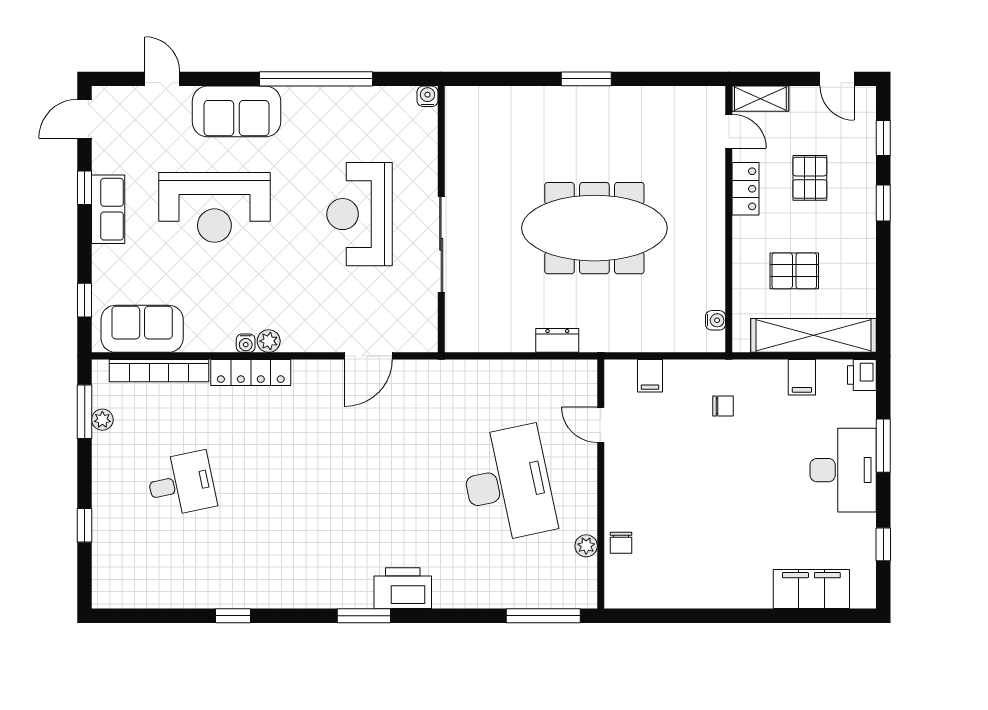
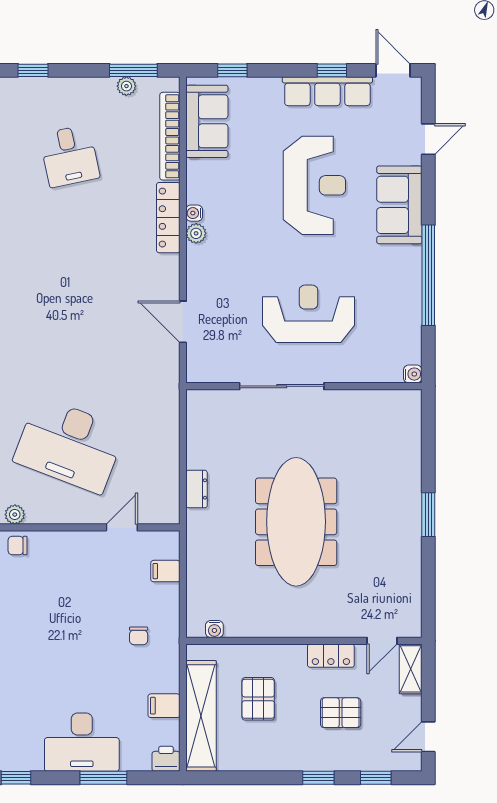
reception desk: (214, 207) -> (314, 185), turned 180
row of seats: (108, 209) -> (327, 91), width x1.48
desk: (508, 484) -> (69, 445), turned 33

